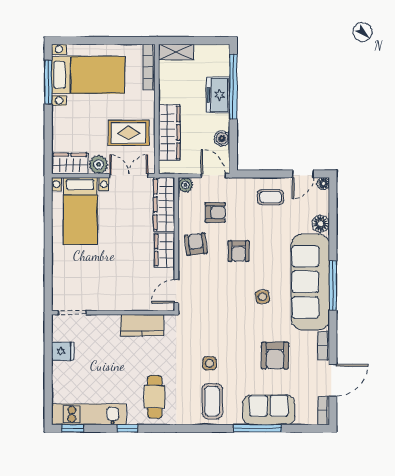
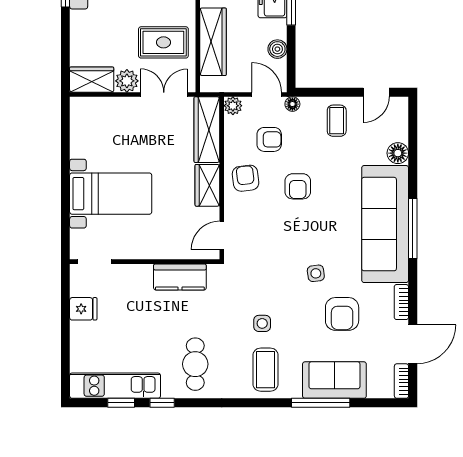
floor lamp: (323, 183) -> (292, 104), moved
coffee table: (271, 197) -> (337, 121), turned 90
bed with nightstands: (80, 211) -> (111, 194), moved, turned -90
side table: (262, 297) -> (316, 273), moved
window: (73, 428) -> (121, 403), moved

